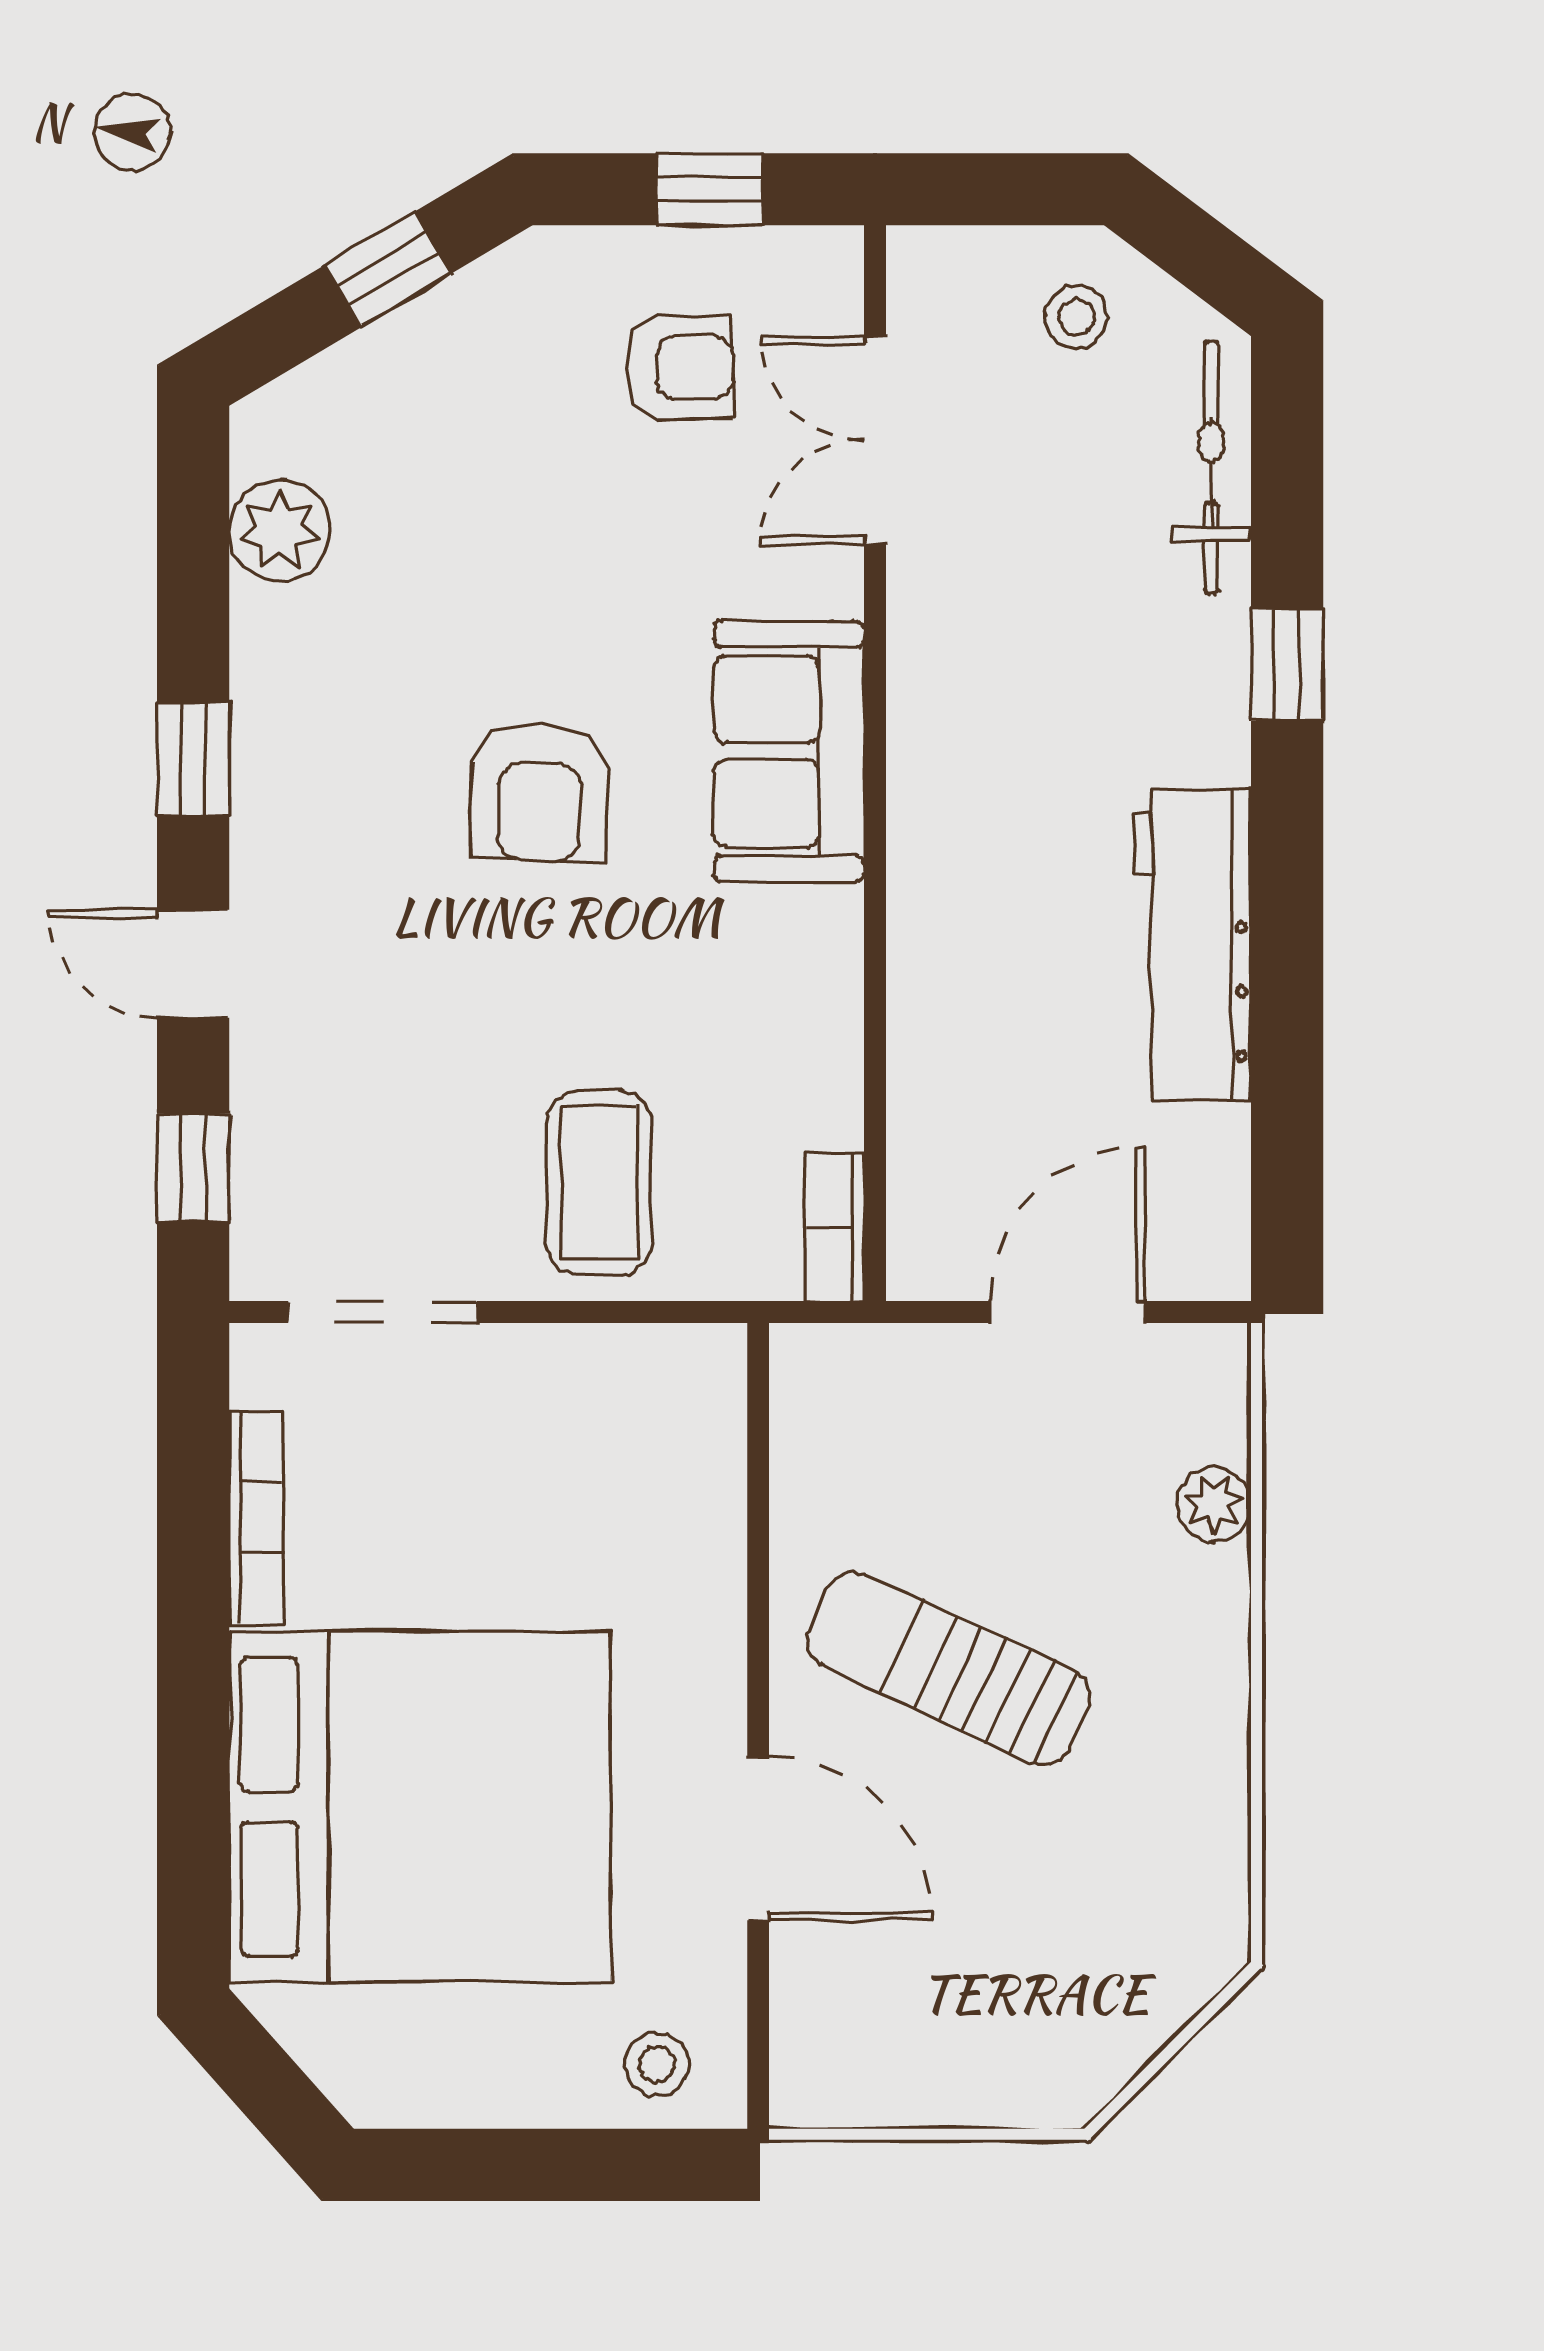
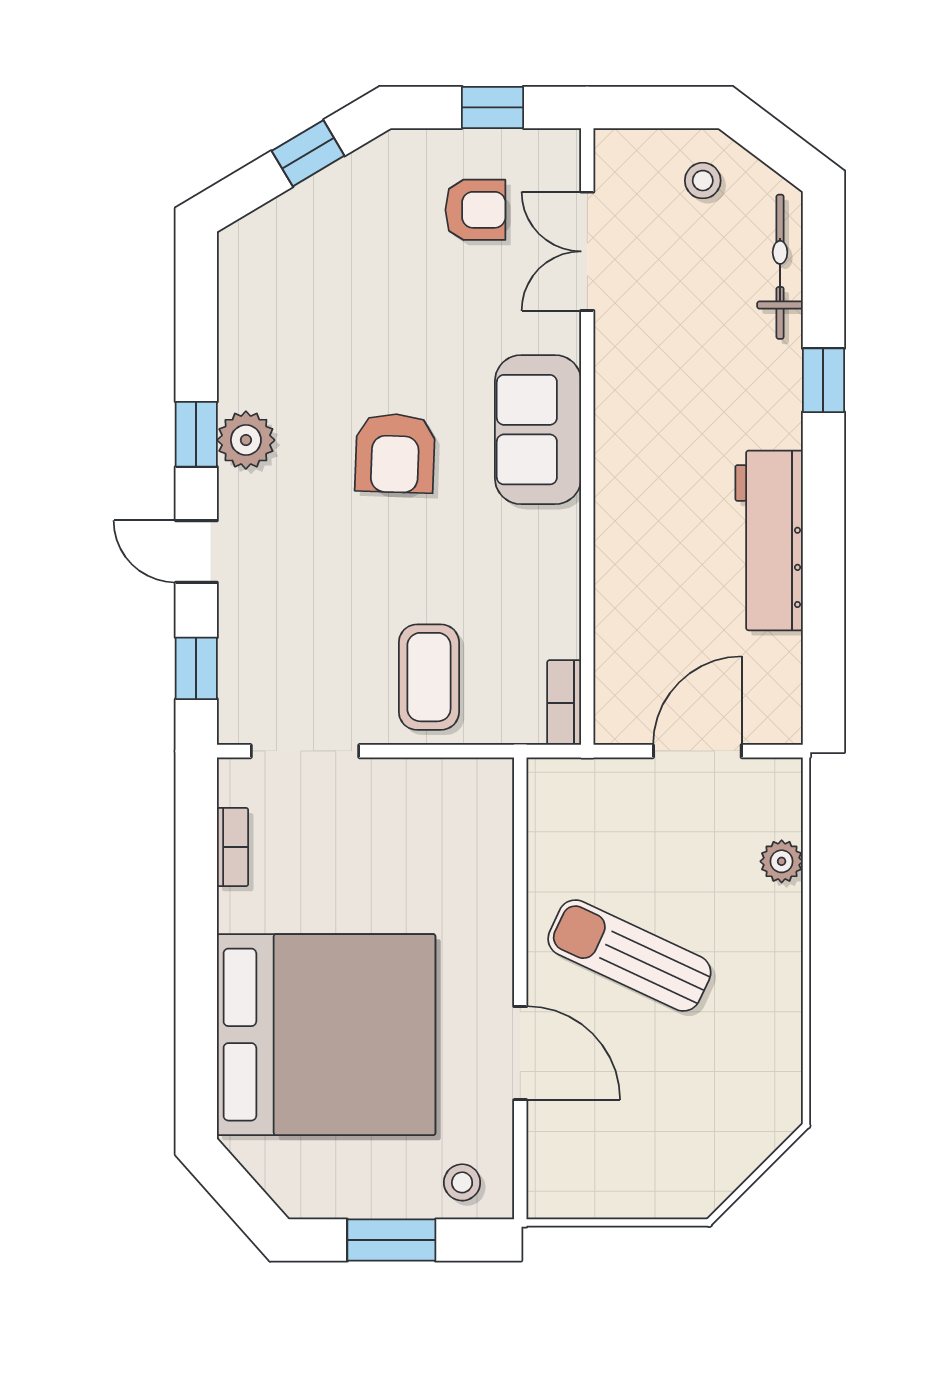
plant: (280, 530) -> (246, 440), moved
bookcase: (256, 1518) -> (233, 847), width x0.64
window: (533, 2165) -> (391, 1240), added

